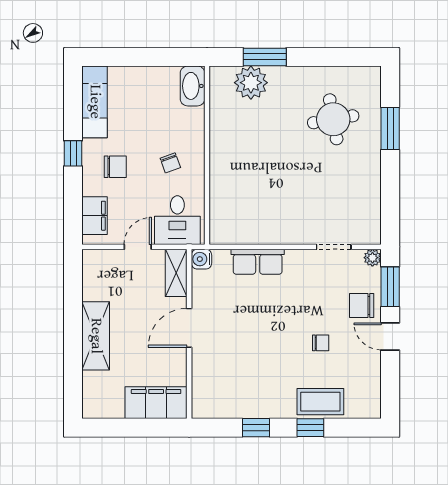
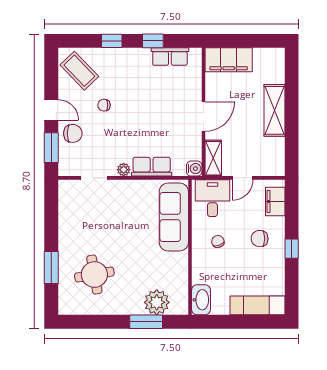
exam couch: (95, 102) -> (257, 305), moved, turned 90
sofa: (228, 195) -> (174, 217), added
plant: (372, 258) -> (124, 170), moved
coffee table: (320, 402) -> (79, 71), moved, turned 46
row of seats: (234, 407) -> (170, 57), added

